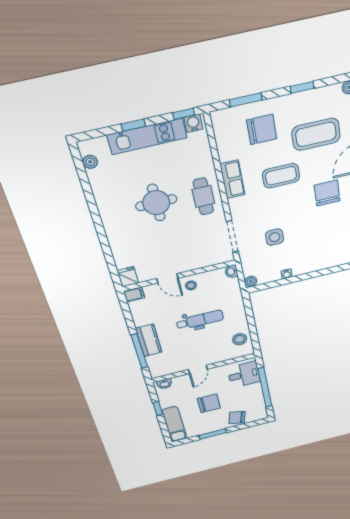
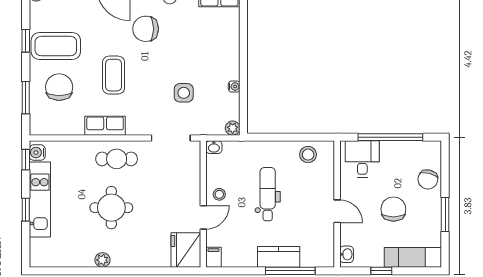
coffee table: (316, 134) -> (56, 46), moved, turned 90
plant: (90, 162) -> (102, 260), moved
fridge: (128, 277) -> (186, 250), width x1.88, depth x1.34

